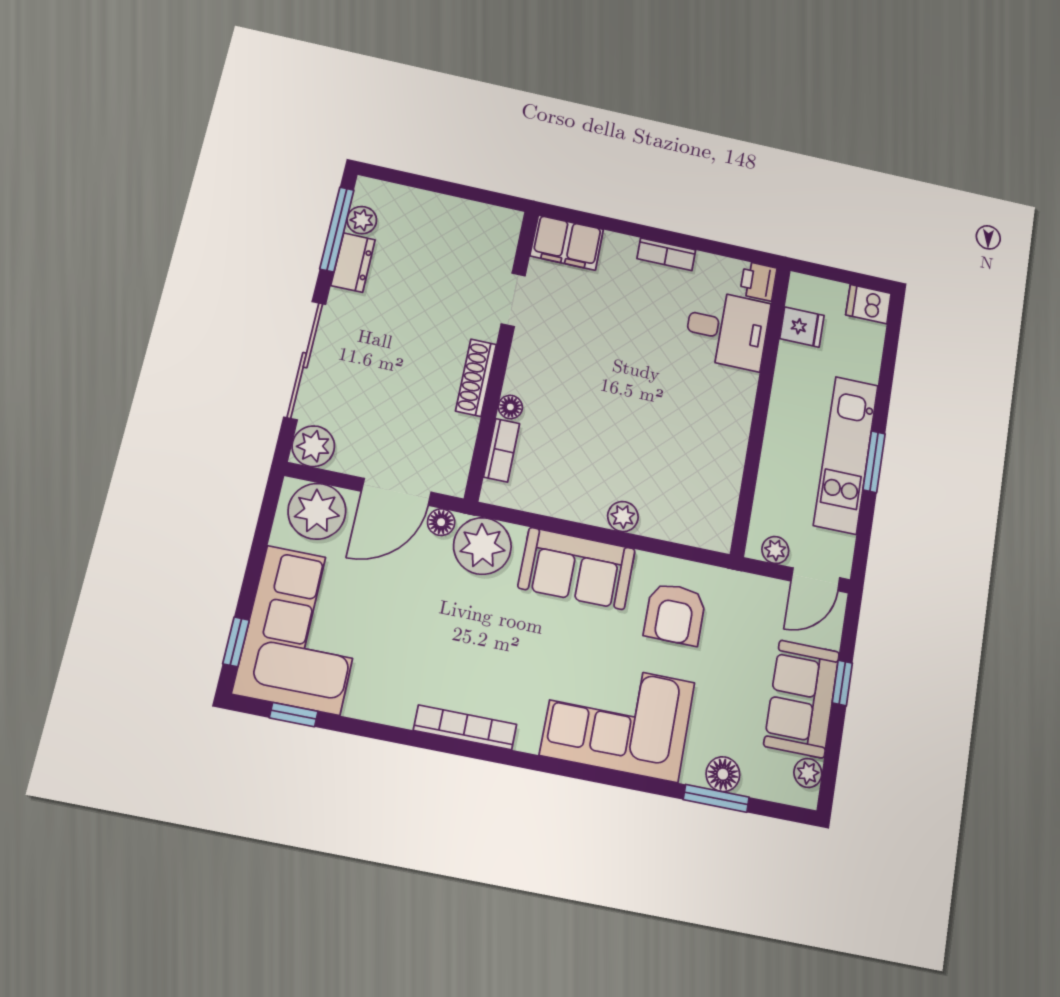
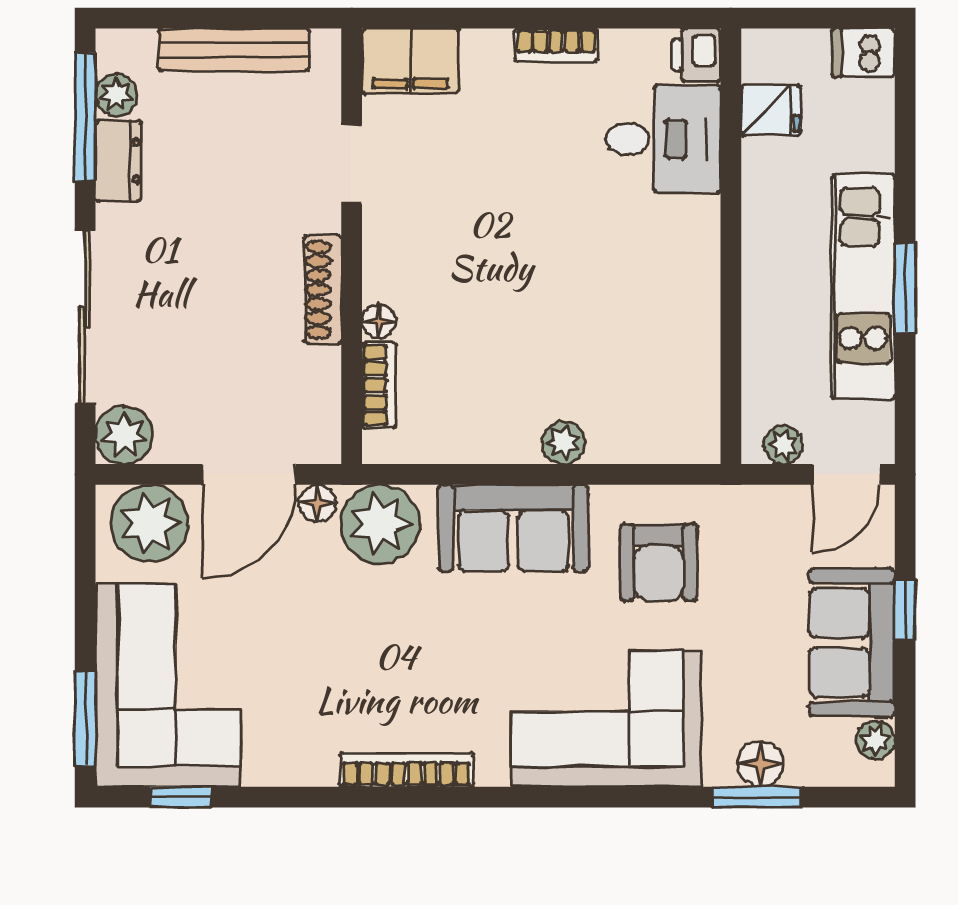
bench: (449, 209) -> (234, 50), added
window: (236, 642) -> (85, 718), width x1.50

